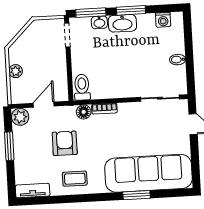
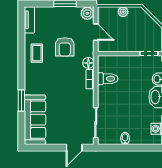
toilet: (82, 87) -> (108, 79), moved
armchair: (65, 143) -> (65, 47), turned 90
sofa: (148, 173) -> (35, 120), width x0.74, depth x0.79

